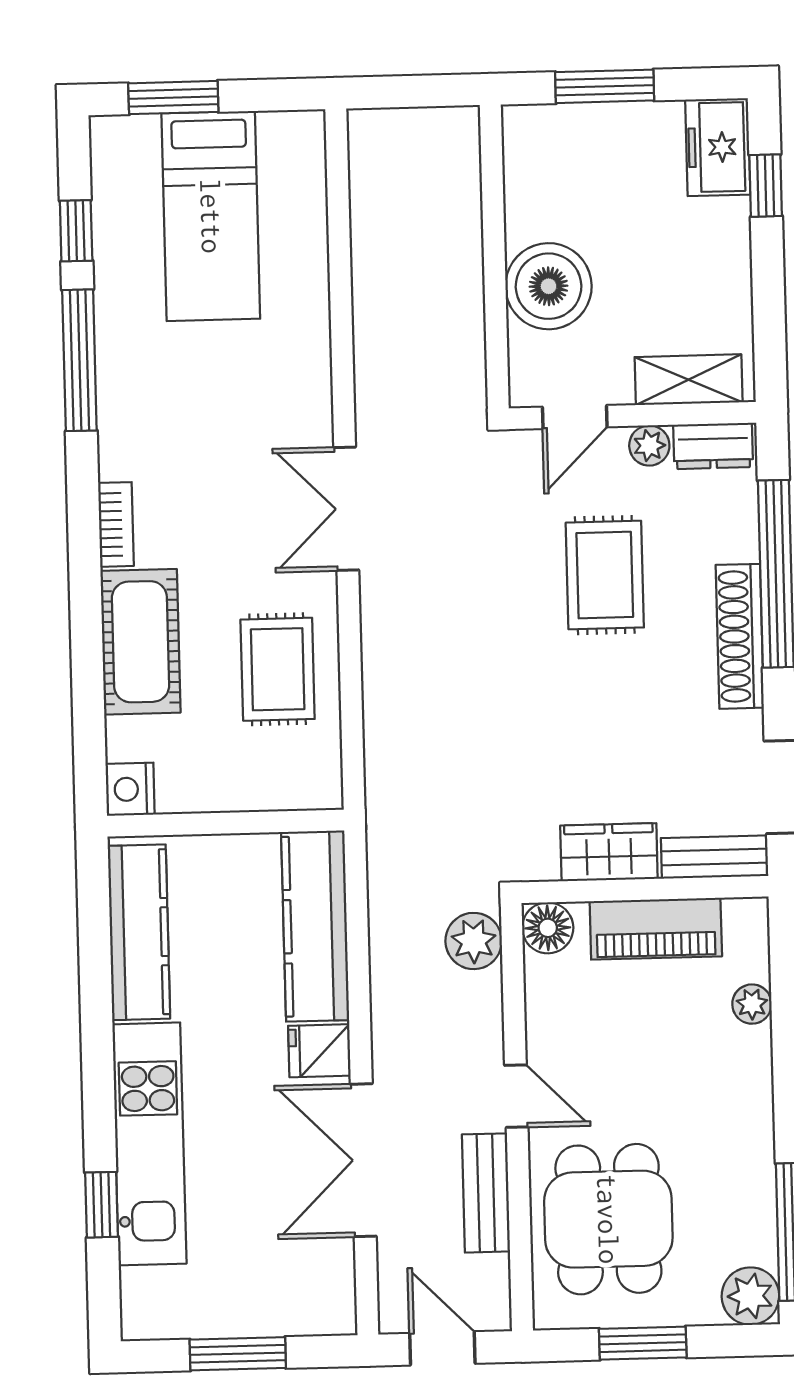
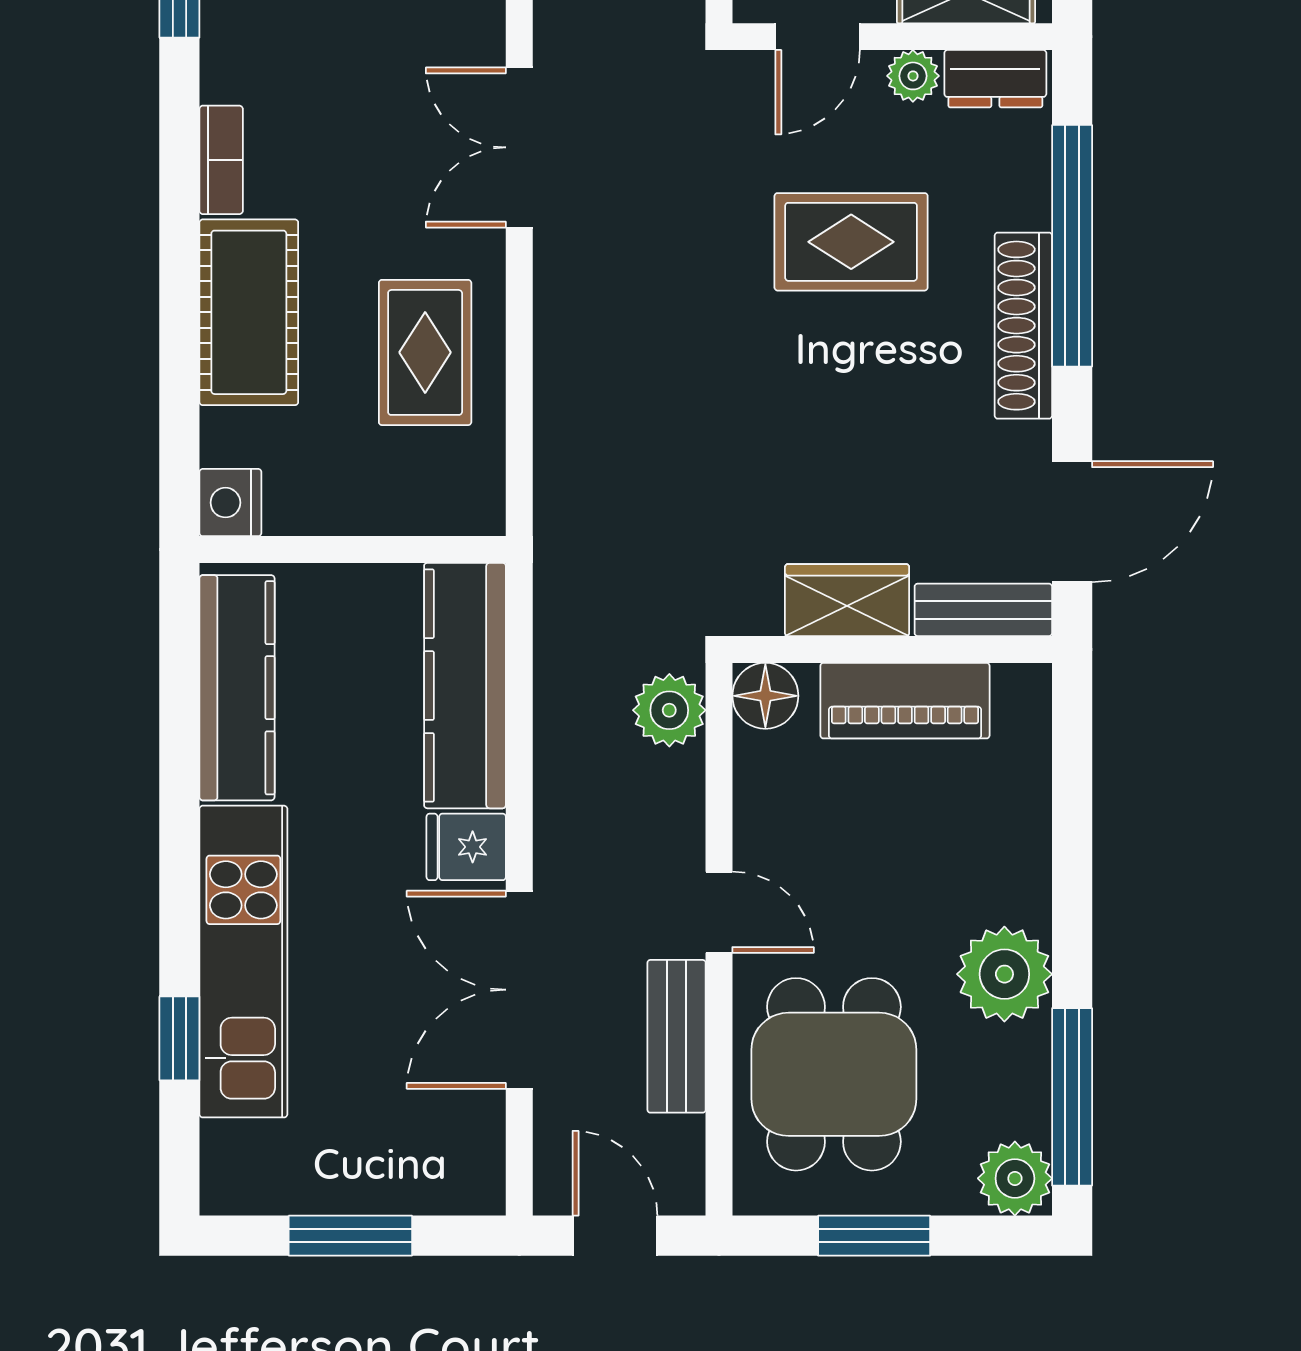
rug: (605, 575) -> (851, 242), turned 90
plant: (752, 1004) -> (1004, 974), moved, width x1.88, depth x1.88

